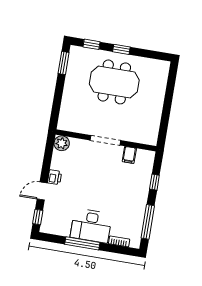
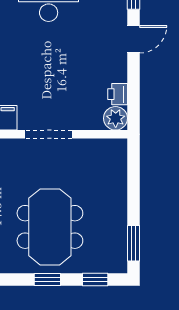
meeting table: (114, 82) -> (50, 227), turned 90
printer: (55, 177) -> (118, 94), moved

